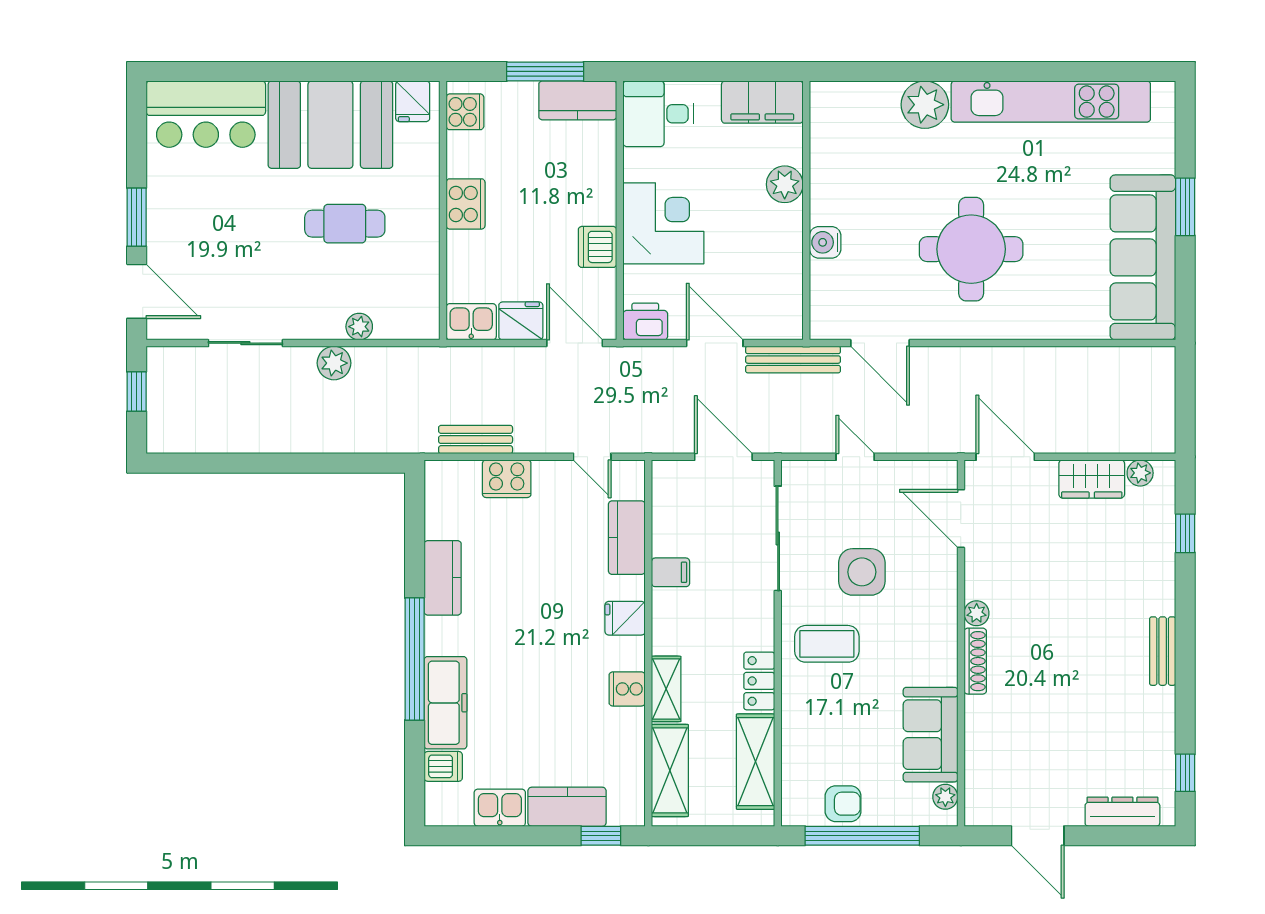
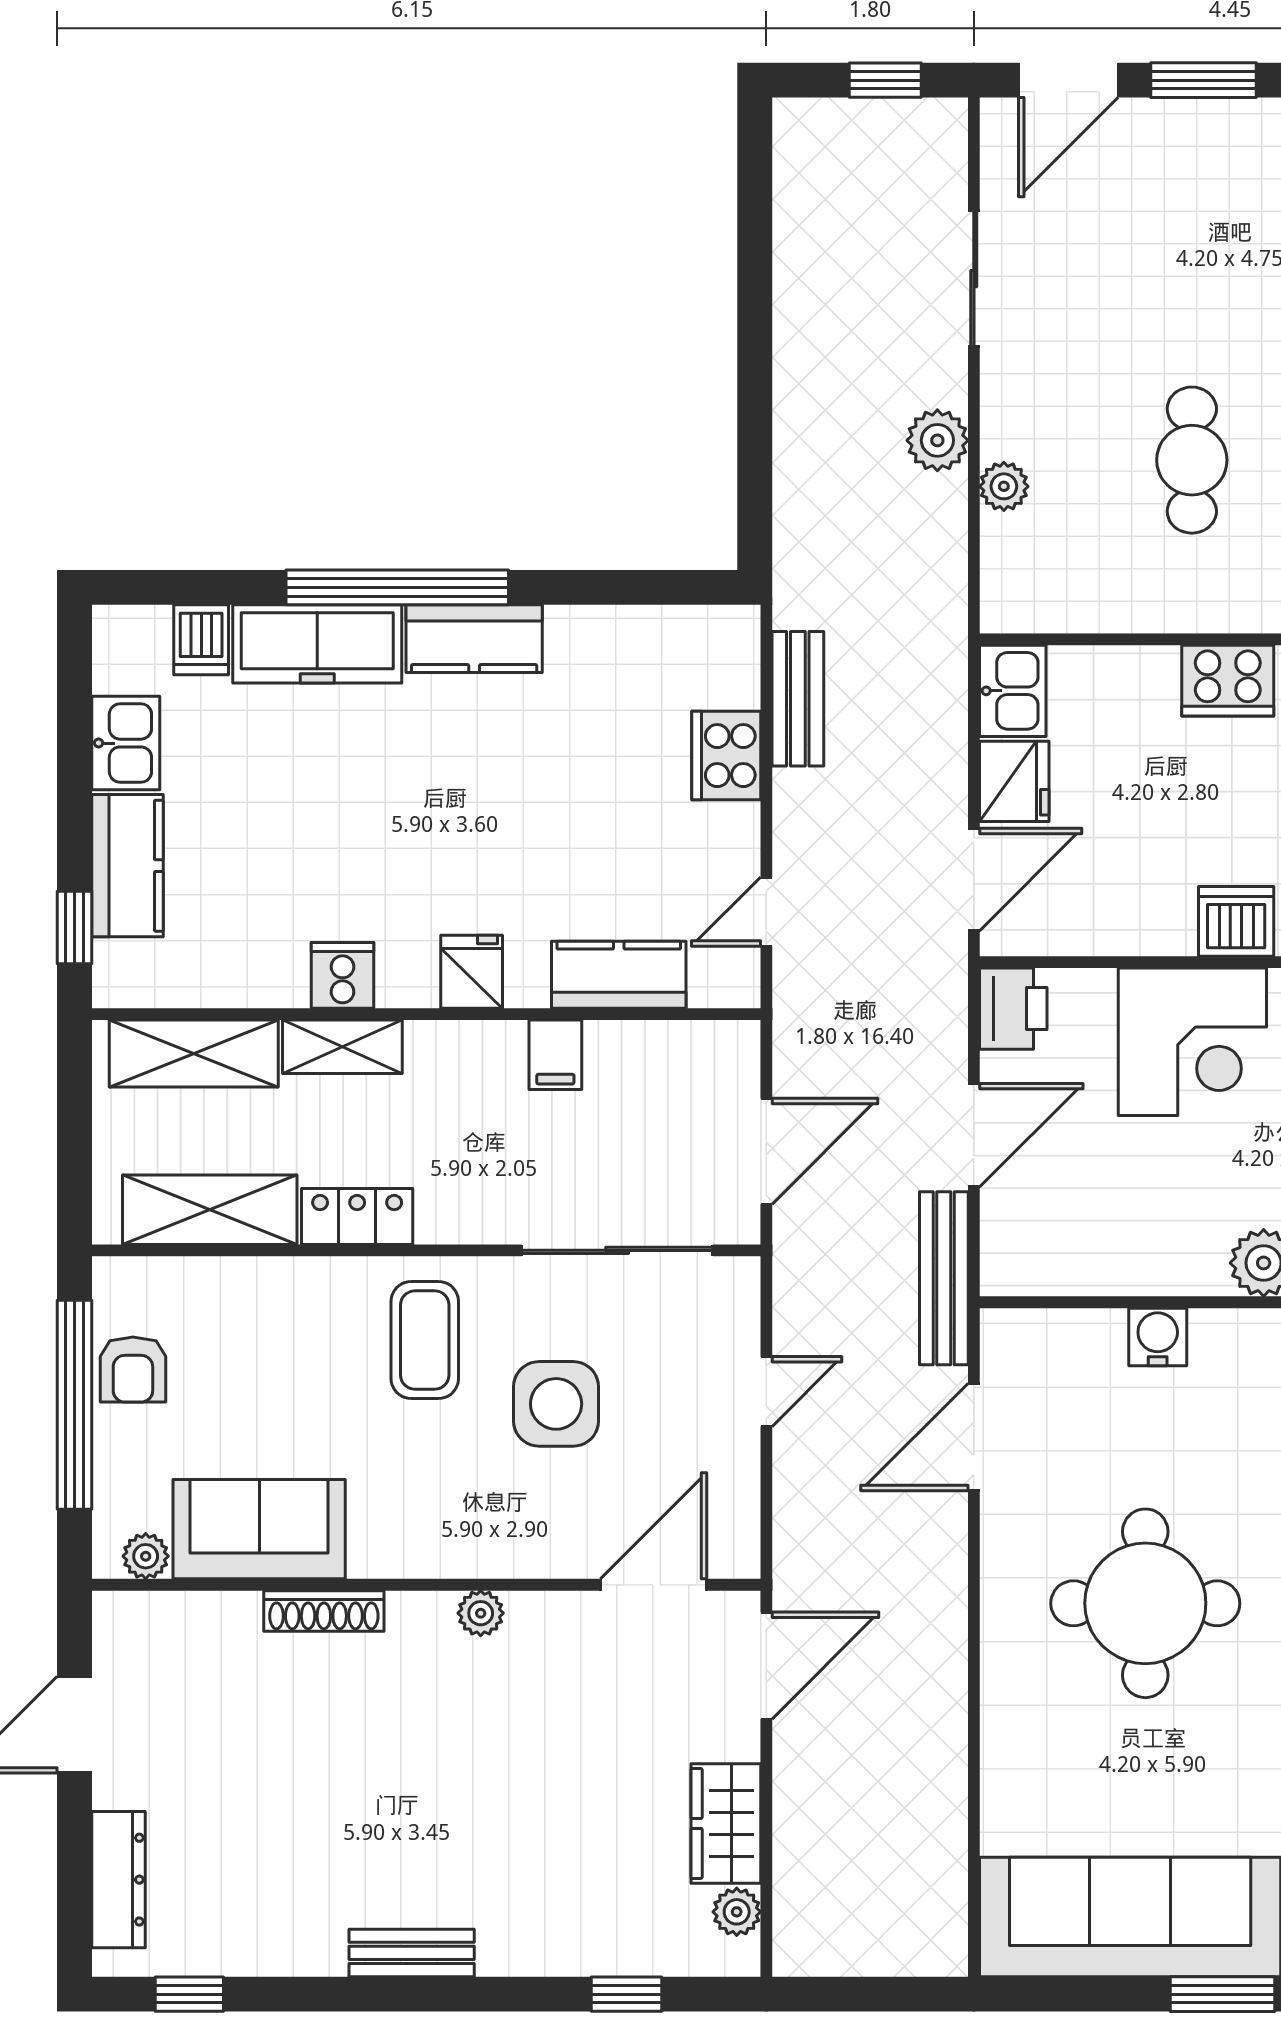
dishwasher: (597, 247) -> (1236, 921), moved
kitchen counter: (443, 578) -> (474, 639), moved
shoe rack: (975, 661) -> (324, 1611), moved

